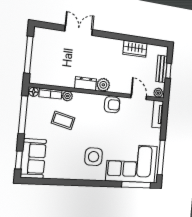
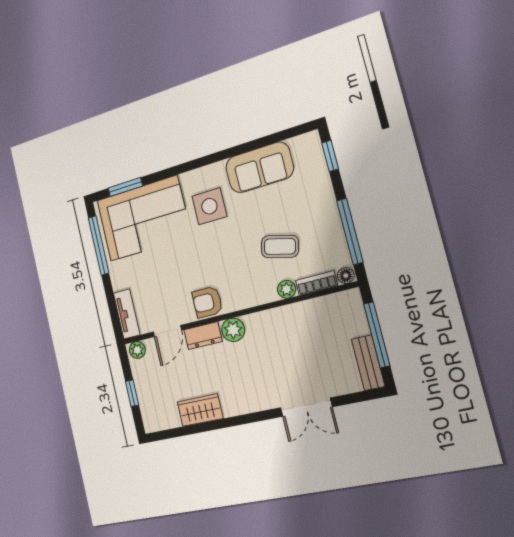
bench: (162, 69) -> (368, 363), moved
dresser: (86, 84) -> (203, 336), moved
door: (139, 97) -> (167, 331), hinge flipped
sofa: (33, 159) -> (259, 167), moved, turned -90
window: (136, 185) -> (125, 187), width x0.69

